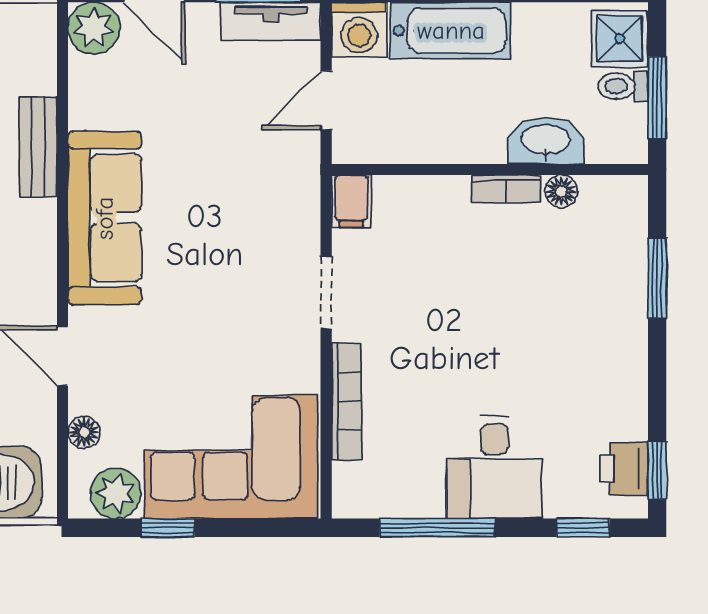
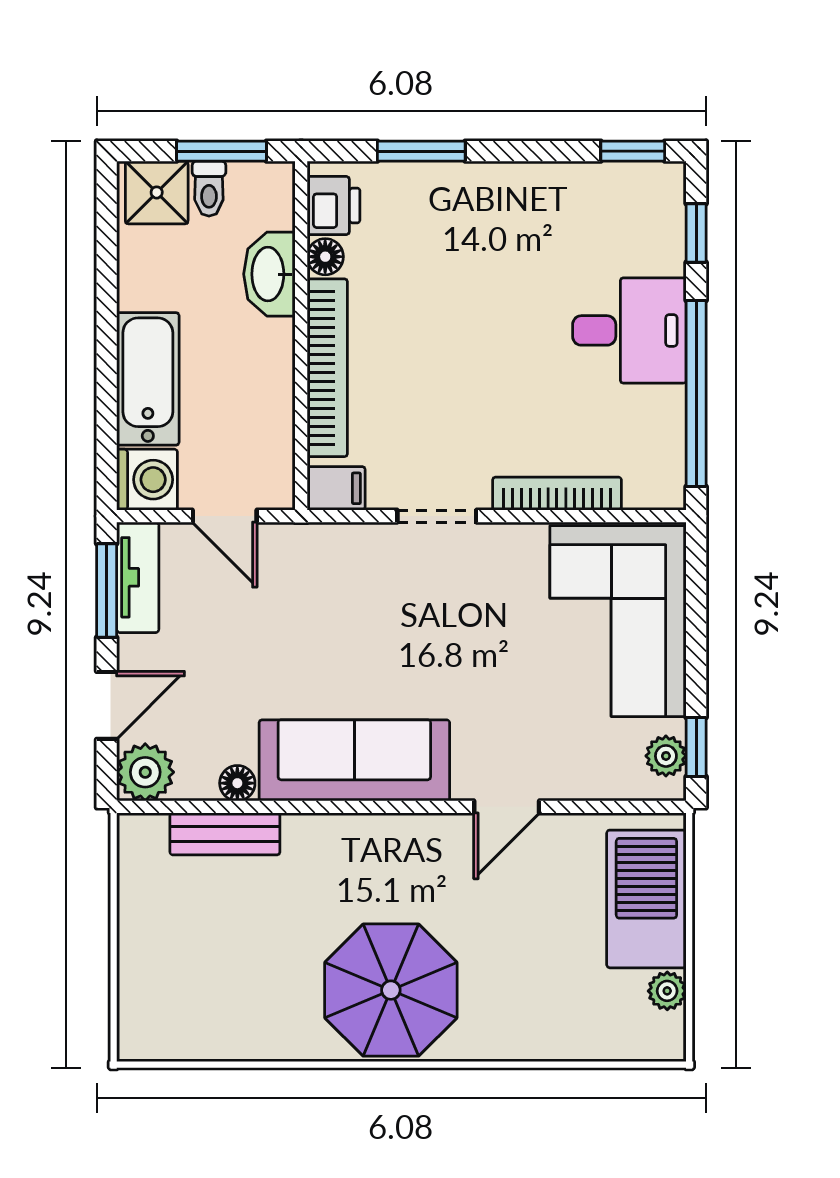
bench: (38, 147) -> (225, 834), moved
bookcase: (506, 189) -> (327, 368), width x2.31, depth x1.31
floor lamp: (84, 432) -> (237, 783), moved
printer: (624, 469) -> (334, 205), moved, turned -90
plant: (116, 493) -> (666, 756), width x0.73, depth x0.73
window: (168, 528) -> (696, 747), moved
window: (437, 528) -> (696, 393), width x1.46

